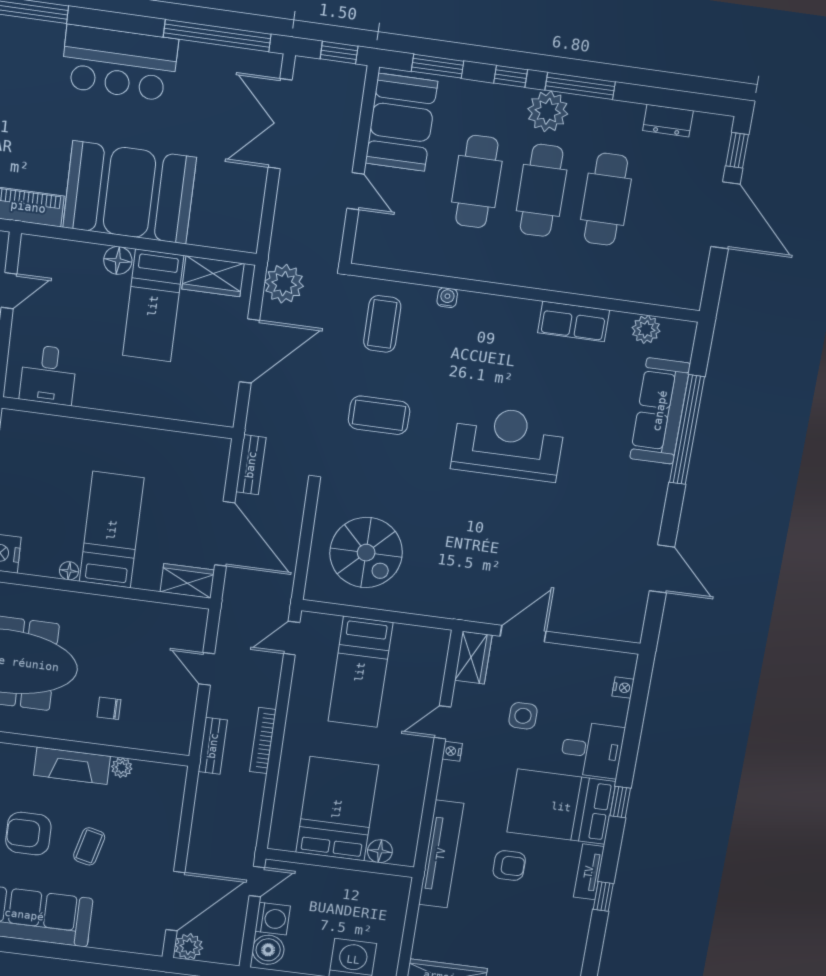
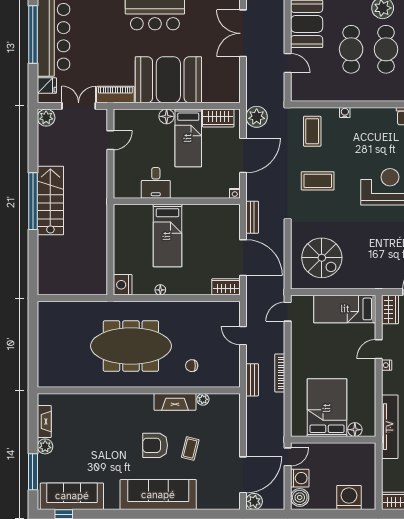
desk: (48, 375) -> (156, 183), moved
nightstand: (225, 418) -> (235, 193), added
bed: (112, 530) -> (167, 236), moved, turned 180
bed: (360, 672) -> (345, 309), moved, turned 90

